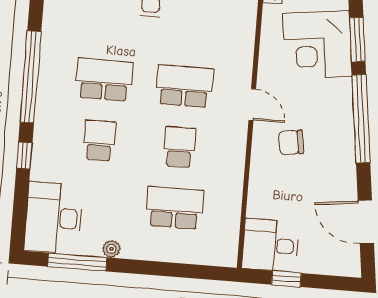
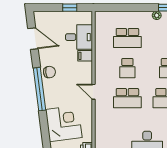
window: (357, 40) -> (44, 128), removed
chair: (291, 142) -> (49, 72), moved
filing cabinet: (263, 179) -> (85, 56), added
desk: (270, 245) -> (79, 37), moved

